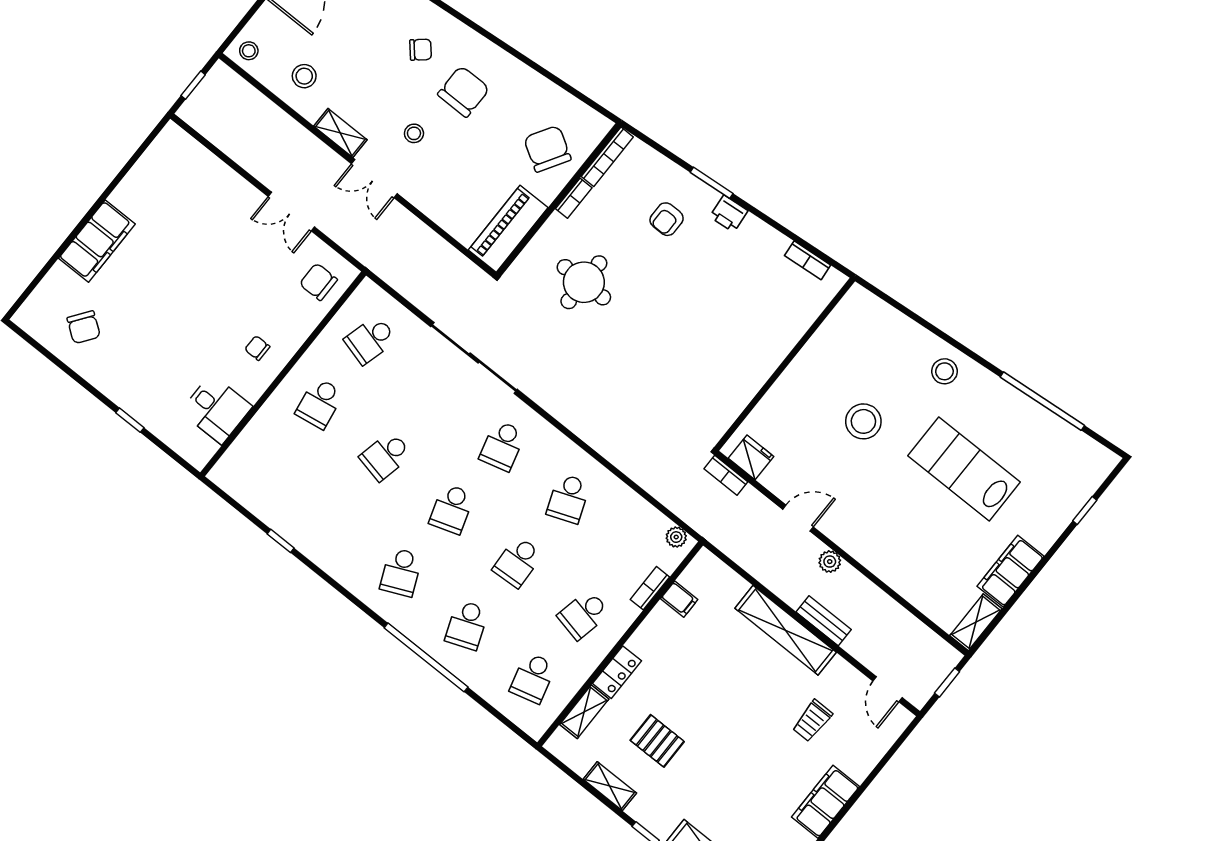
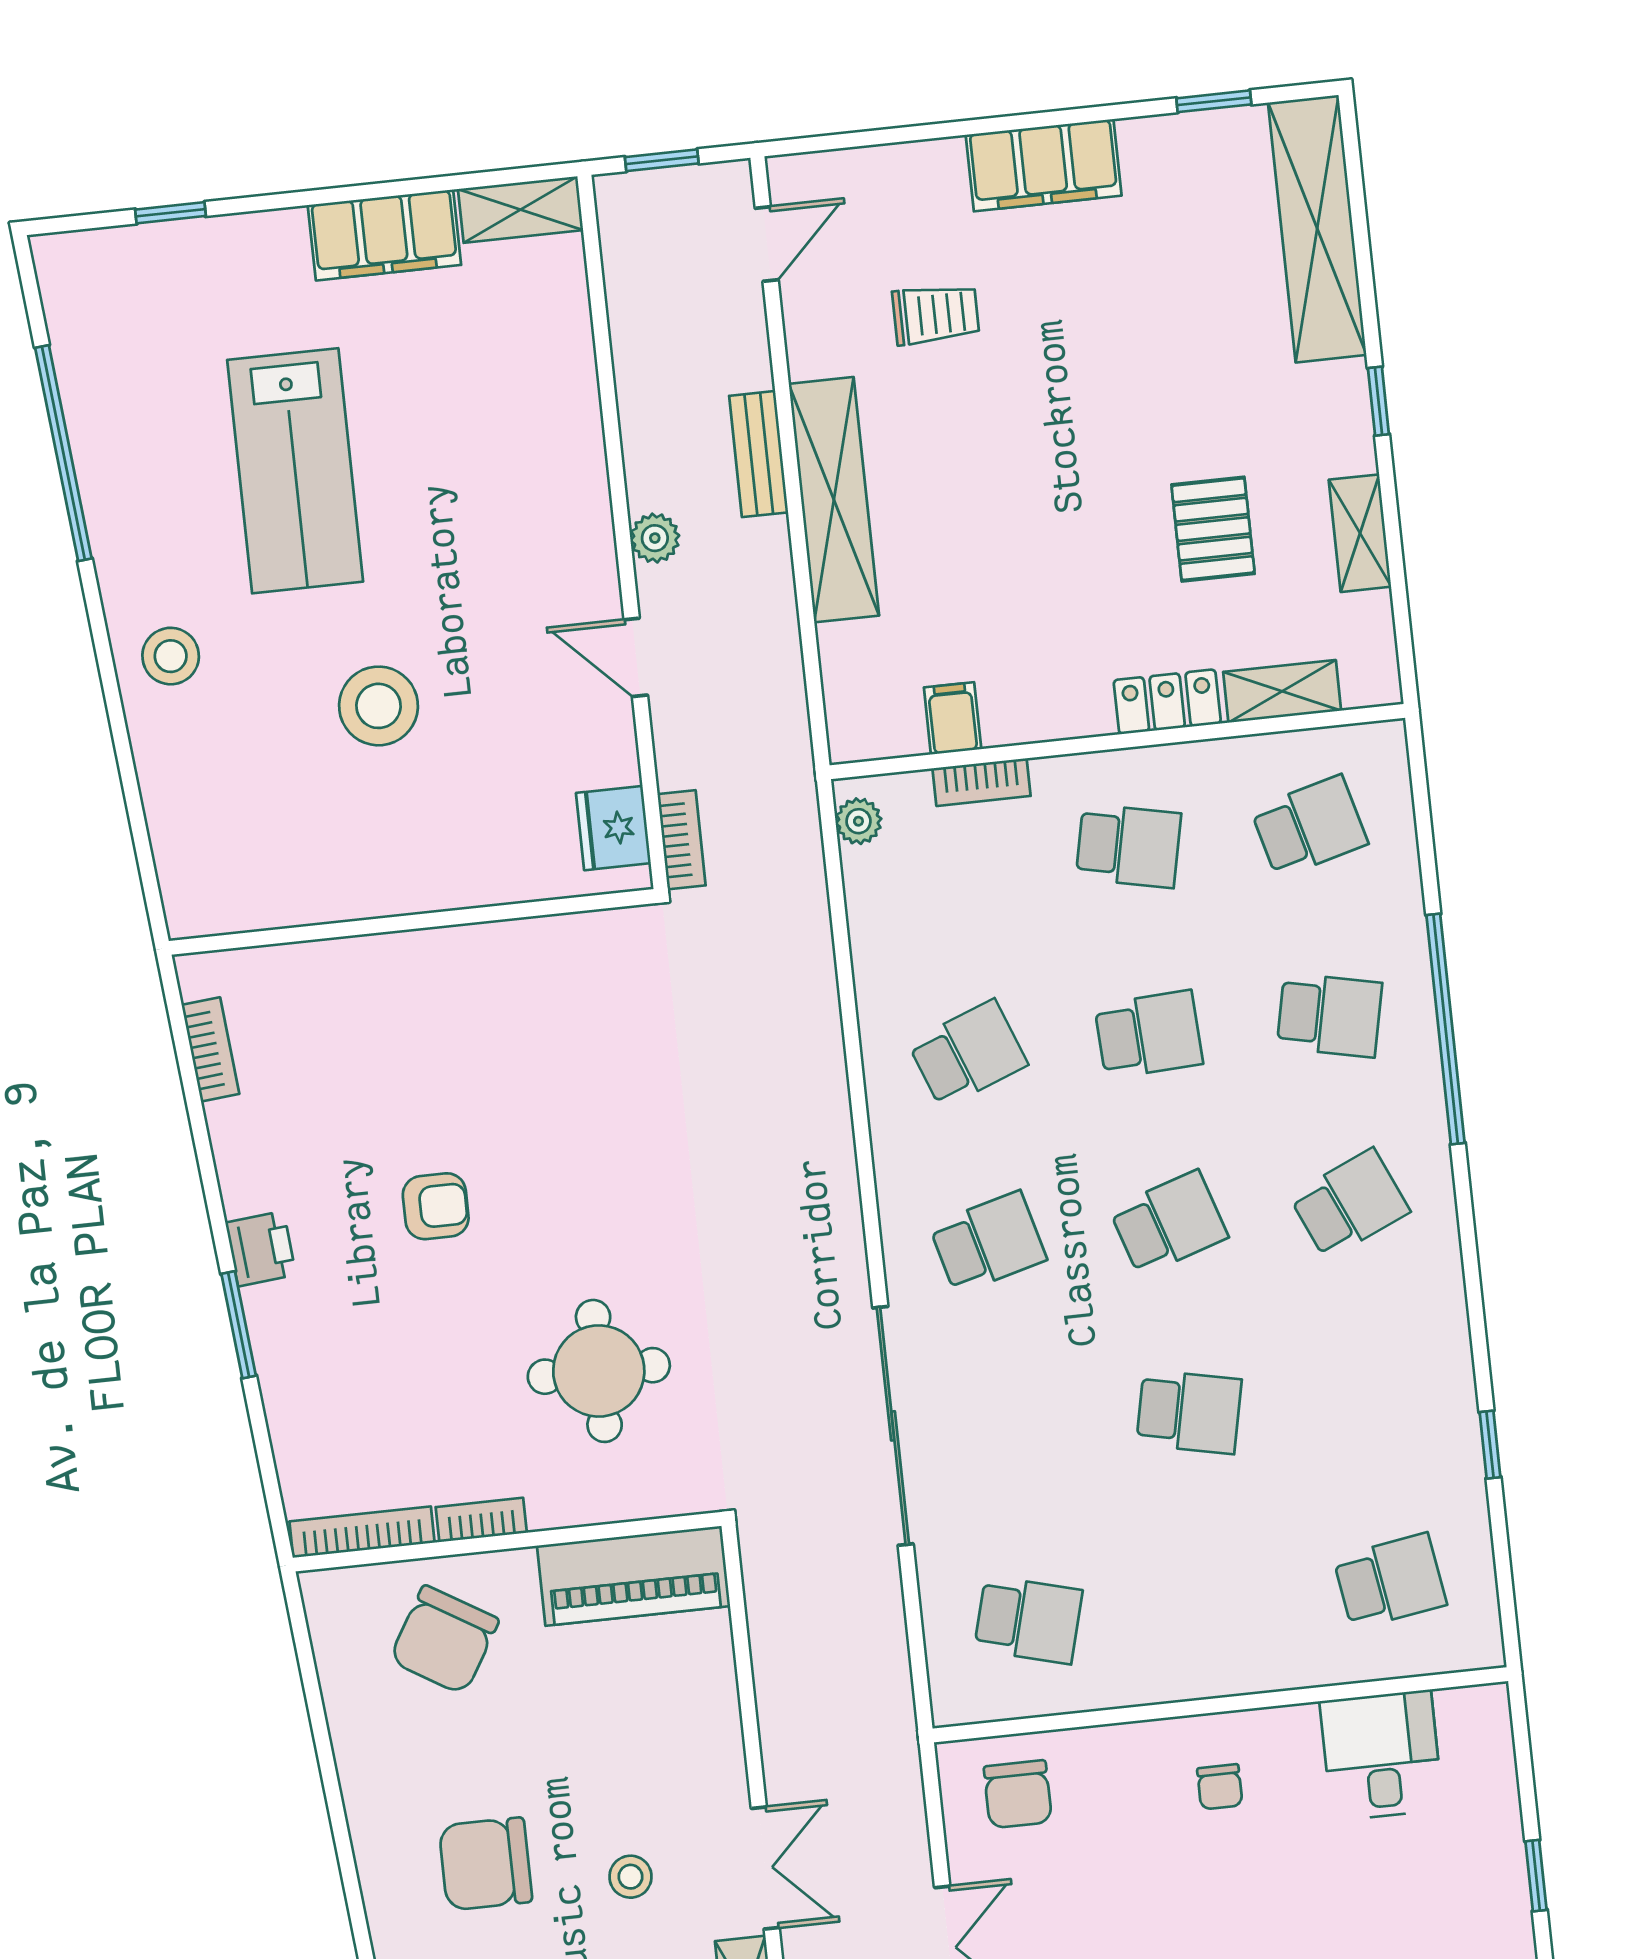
armchair: (667, 219) -> (436, 1206), moved
school desk: (320, 403) -> (1390, 1581), moved
school desk: (467, 625) -> (1329, 1015), turned 33

